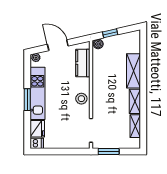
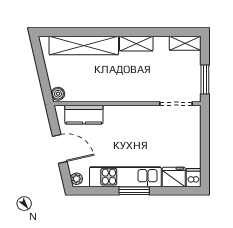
window: (110, 33) -> (43, 77), removed
door: (58, 45) -> (60, 149), swing flipped
shelving: (134, 71) -> (84, 46), width x1.47
stool: (81, 99) -> (133, 117), removed
shelving: (135, 126) -> (185, 43), moved

